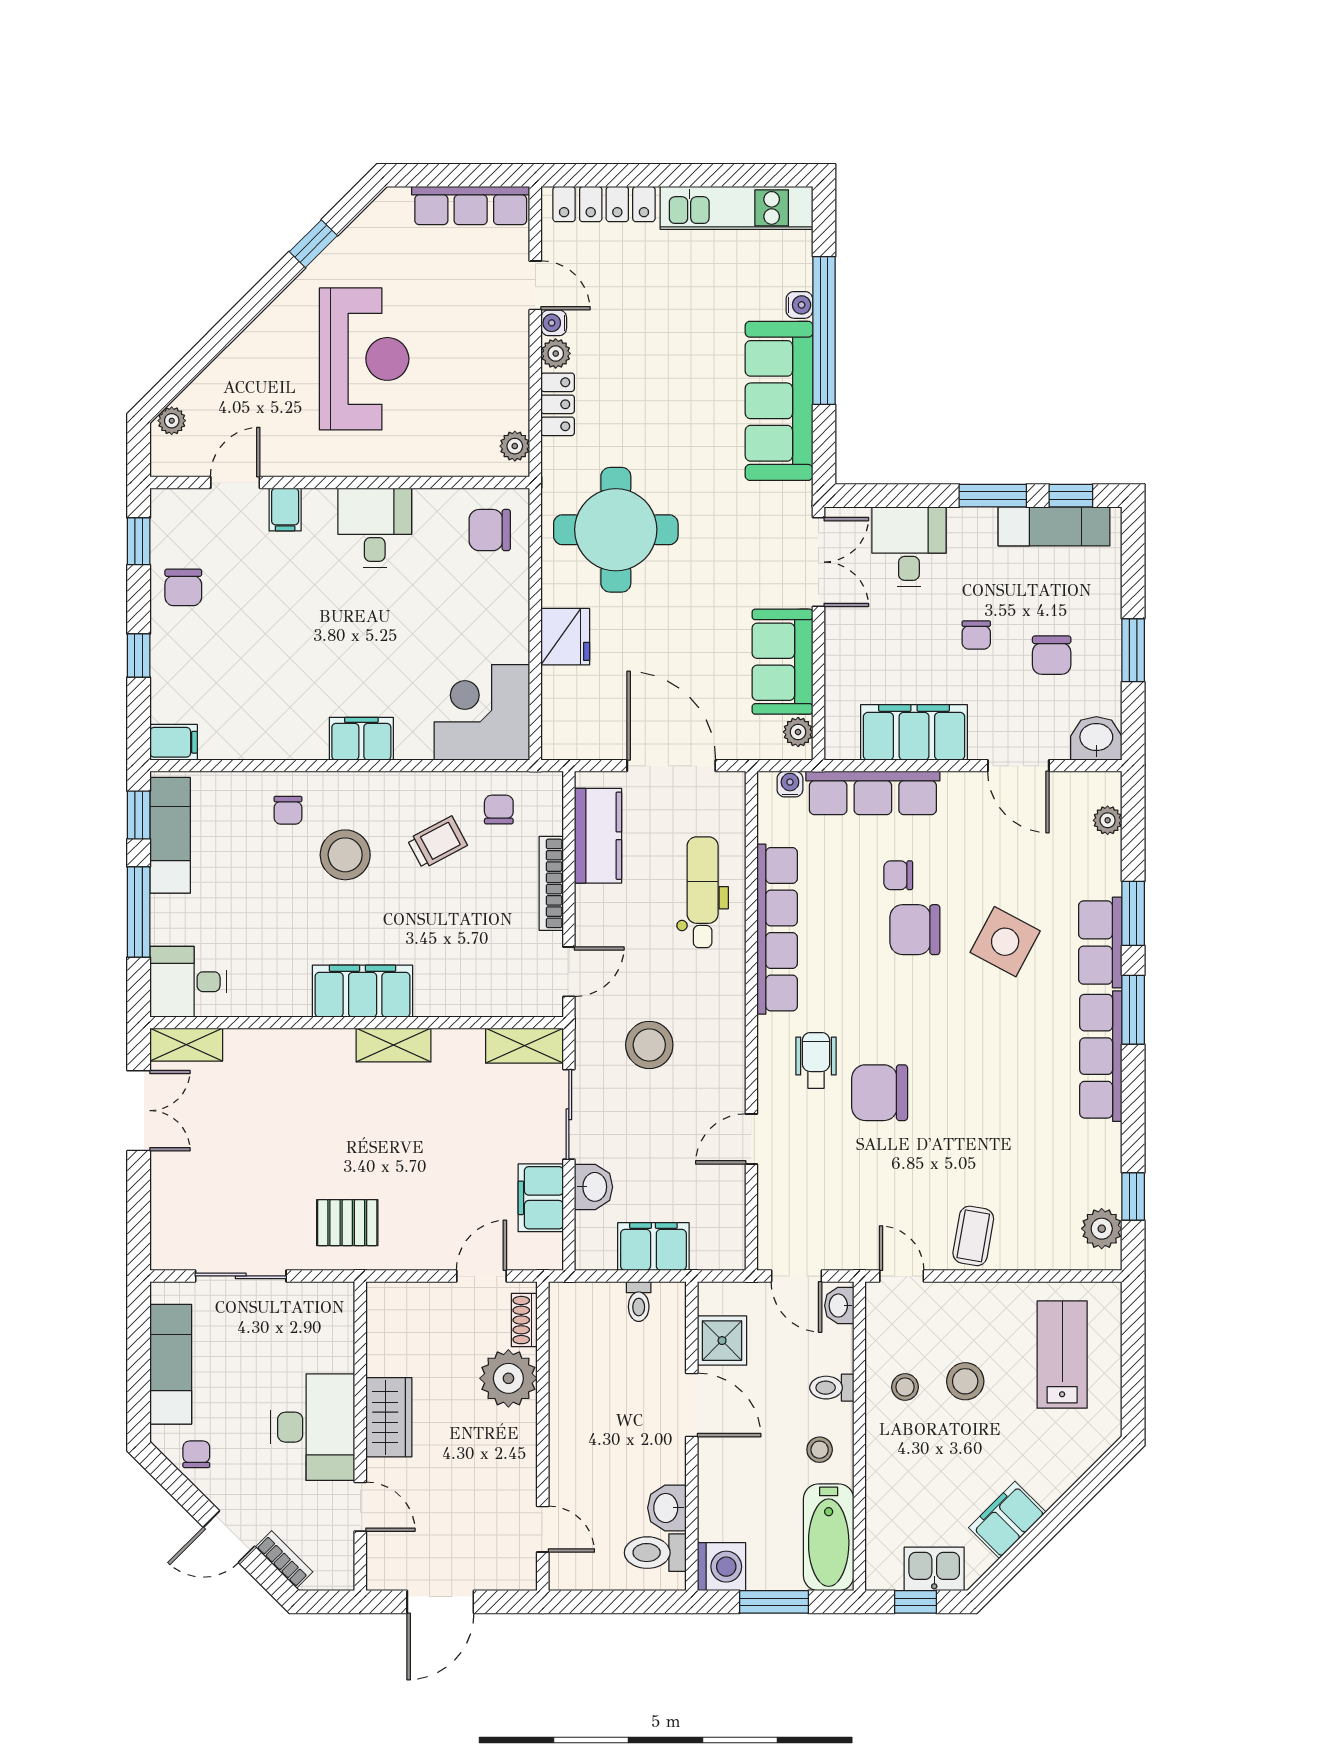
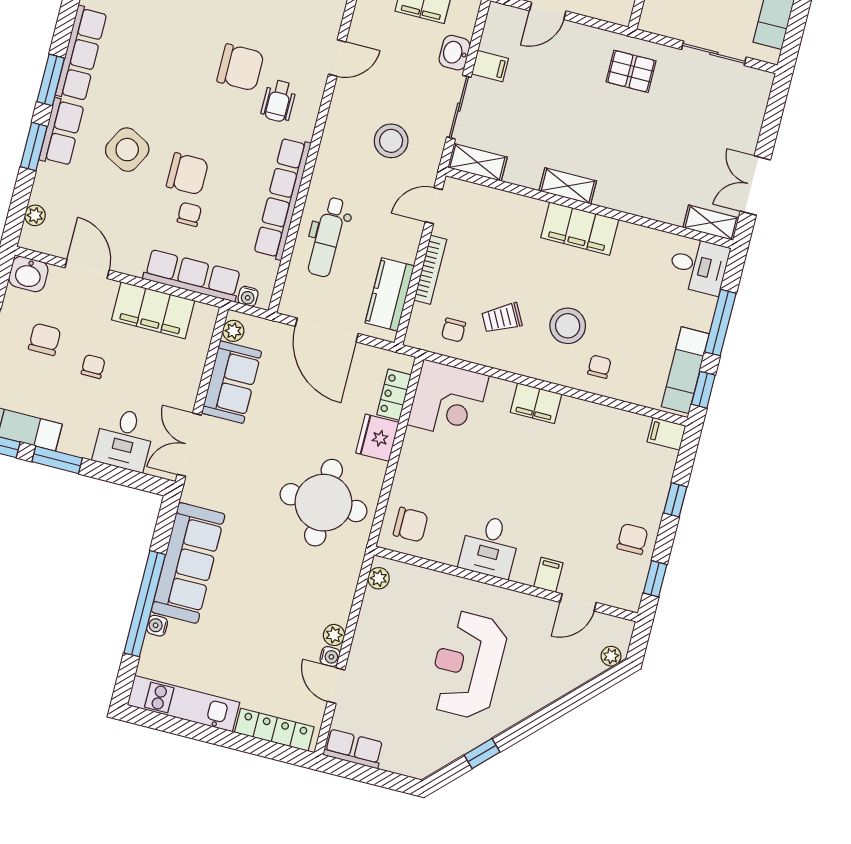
row of seats: (471, 206) -> (353, 749), width x0.68
locker: (558, 404) -> (394, 395), moved
chair: (898, 875) -> (189, 214), turned -90
filing cabinet: (541, 1198) -> (490, 66), width x0.50

